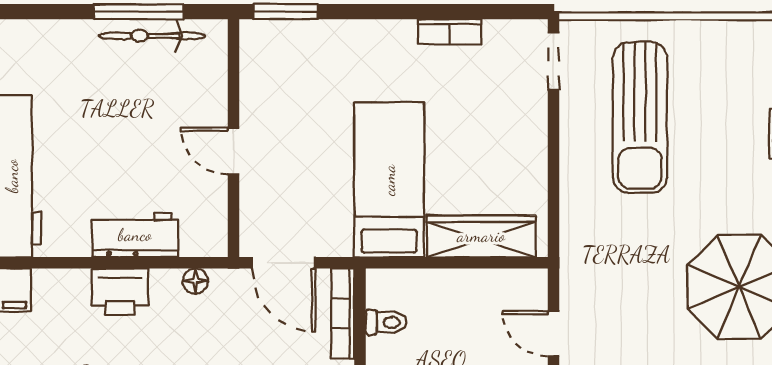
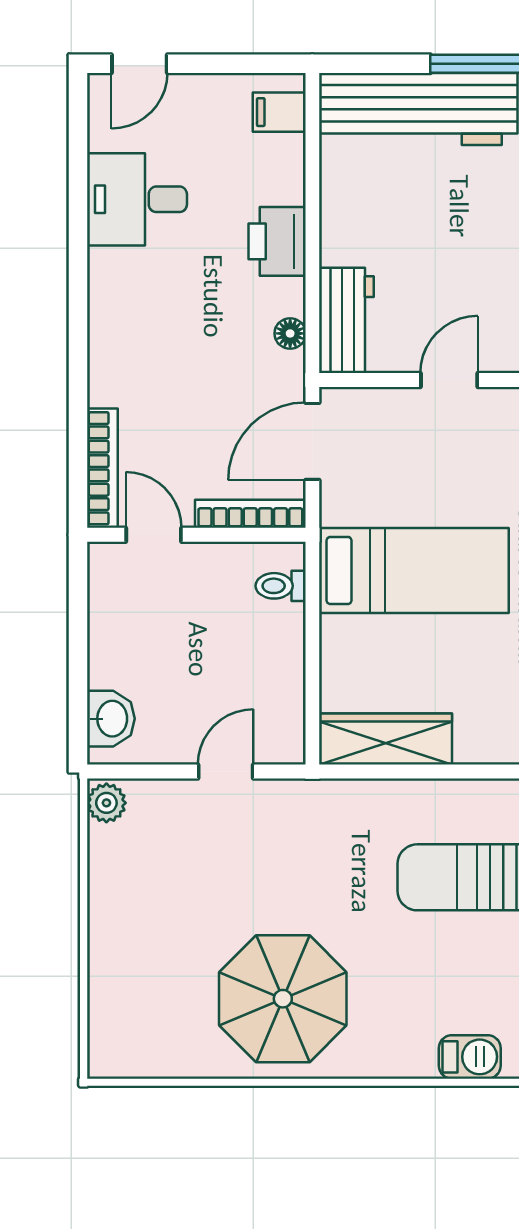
workbench: (135, 235) -> (346, 320), moved
wardrobe: (481, 236) -> (386, 739), moved, turned -90
toilet: (386, 322) -> (281, 586), moved, turned 90

